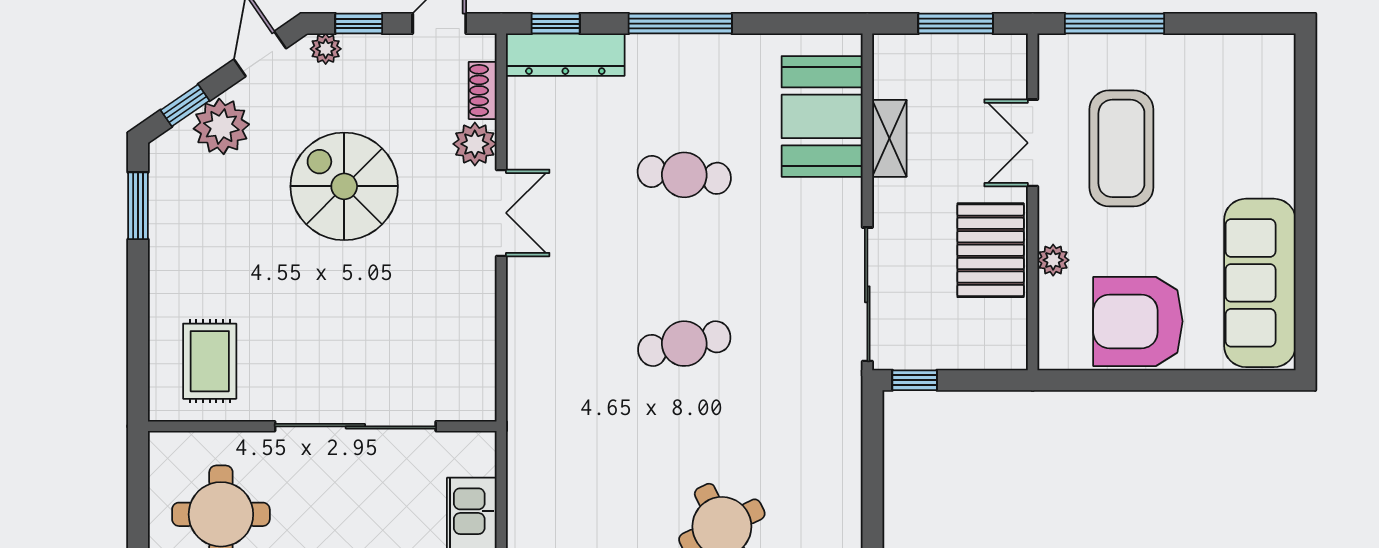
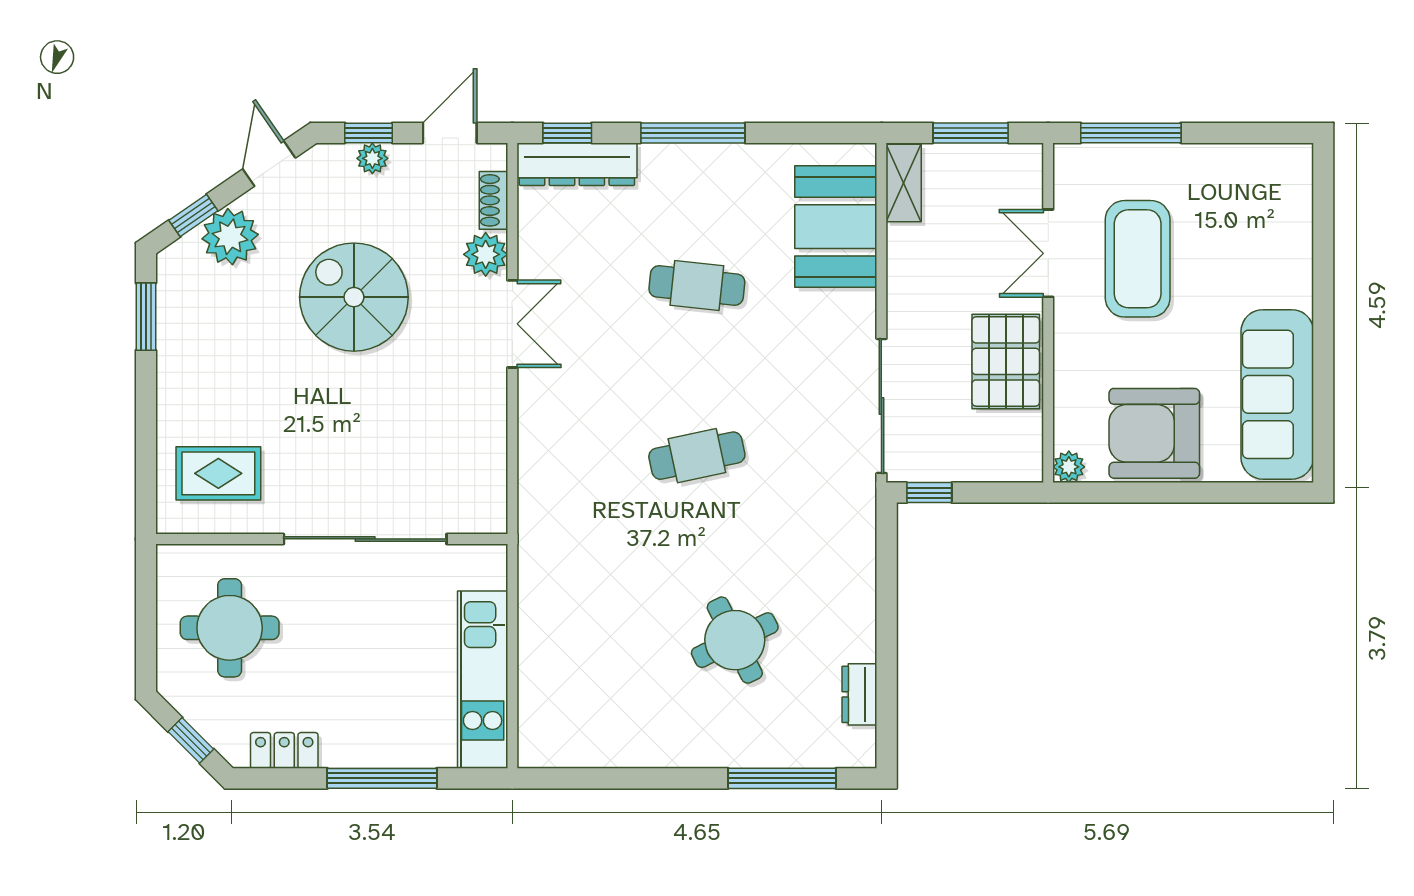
plant: (326, 49) -> (372, 158), moved
shelving: (889, 138) -> (904, 183), moved
plant: (1053, 260) -> (1069, 467), moved
rug: (210, 361) -> (218, 473), turned 90

